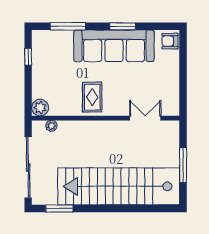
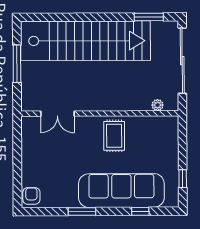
window: (68, 26) -> (140, 211), width x0.46
armchair: (170, 41) -> (31, 196), turned -90
sofa: (114, 46) -> (121, 191), moved
plant: (40, 108) -> (170, 124), removed

